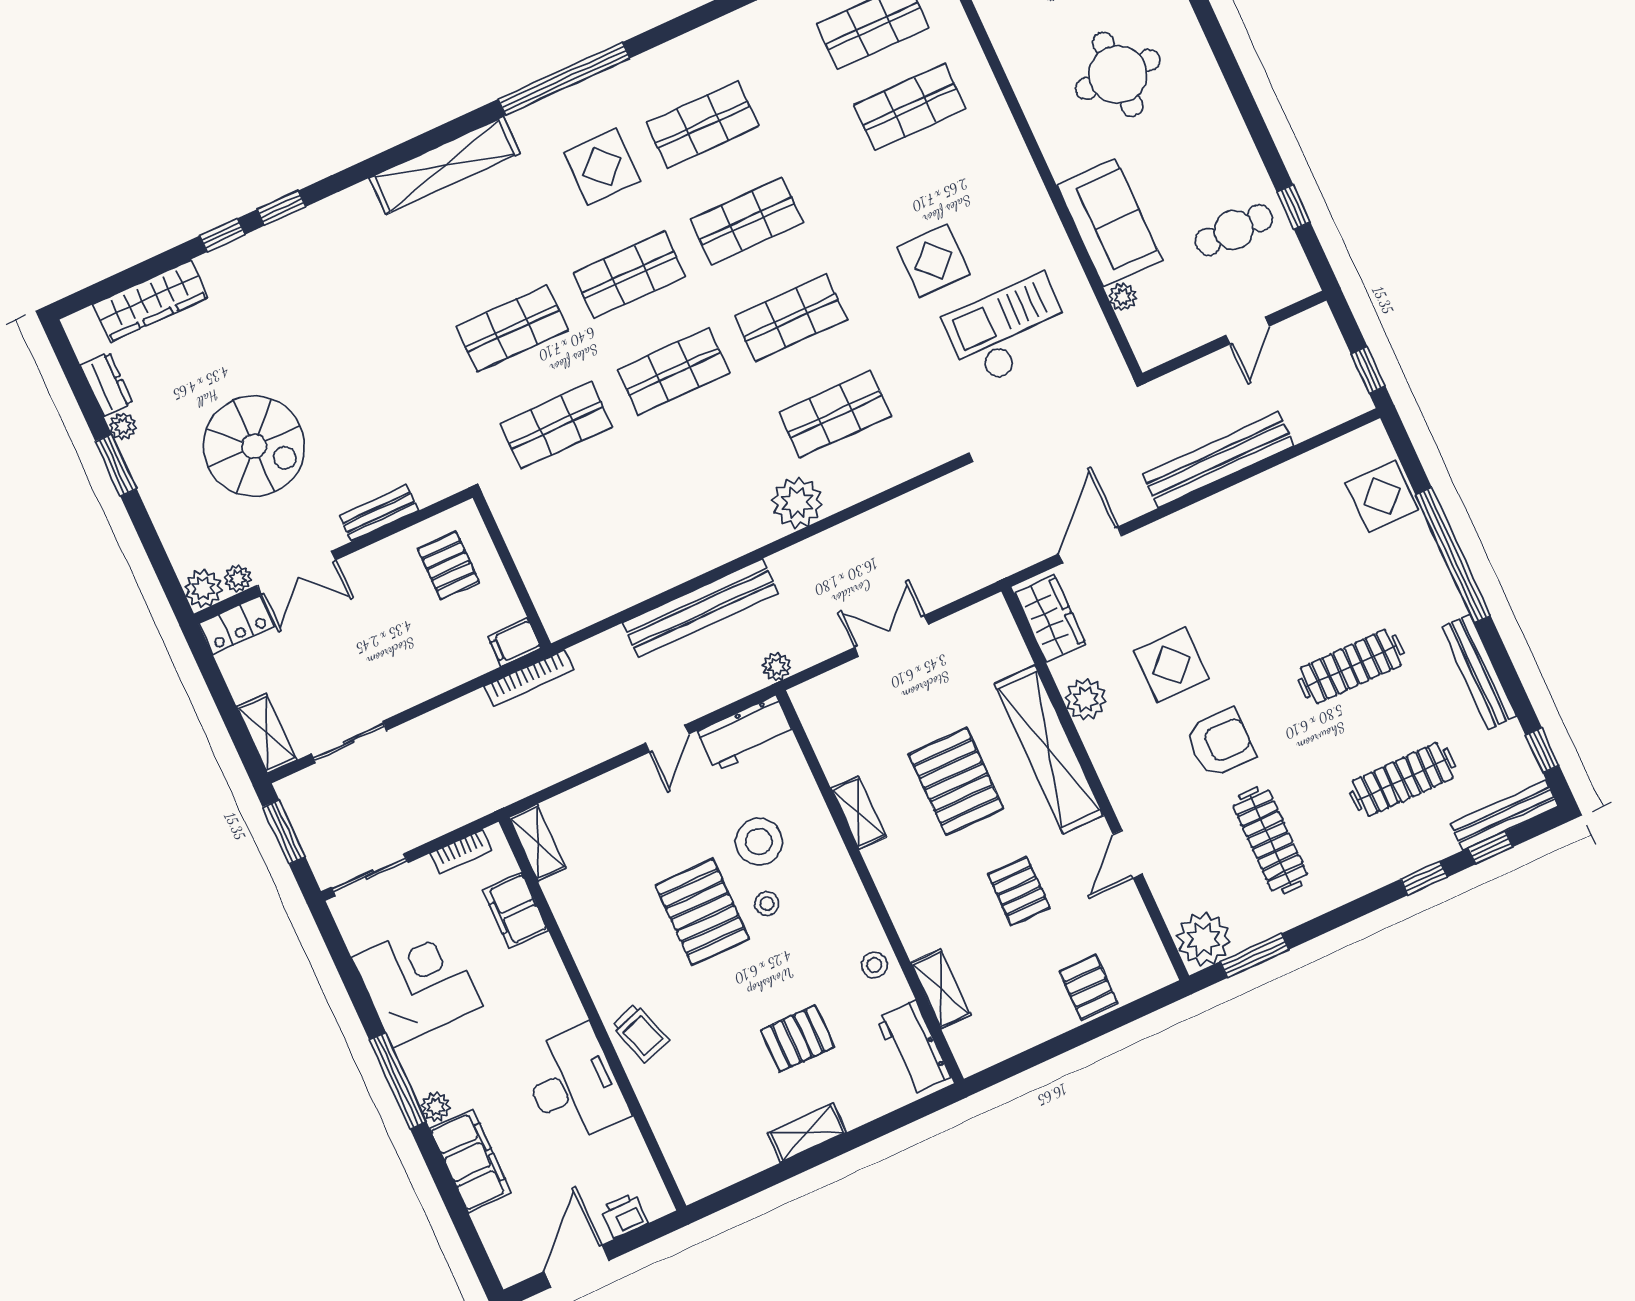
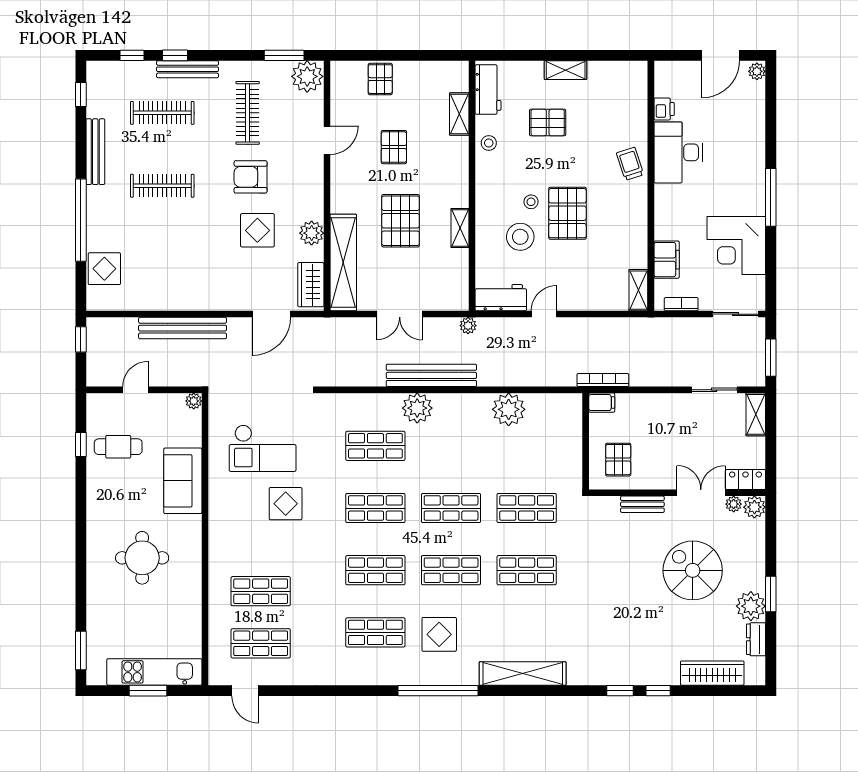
plant: (1123, 297) -> (194, 401), moved
plant: (123, 426) -> (751, 606), width x1.87, depth x1.87
plant: (654, 565) -> (509, 409), added
bench: (700, 608) -> (431, 375), moved
shelving: (1049, 750) -> (343, 262), moved
bench: (1504, 815) -> (188, 69), moved
plant: (436, 1107) -> (757, 71), moved
filing cabinet: (471, 1161) -> (751, 137), removed
printer: (624, 1215) -> (664, 109), moved, turned -90

